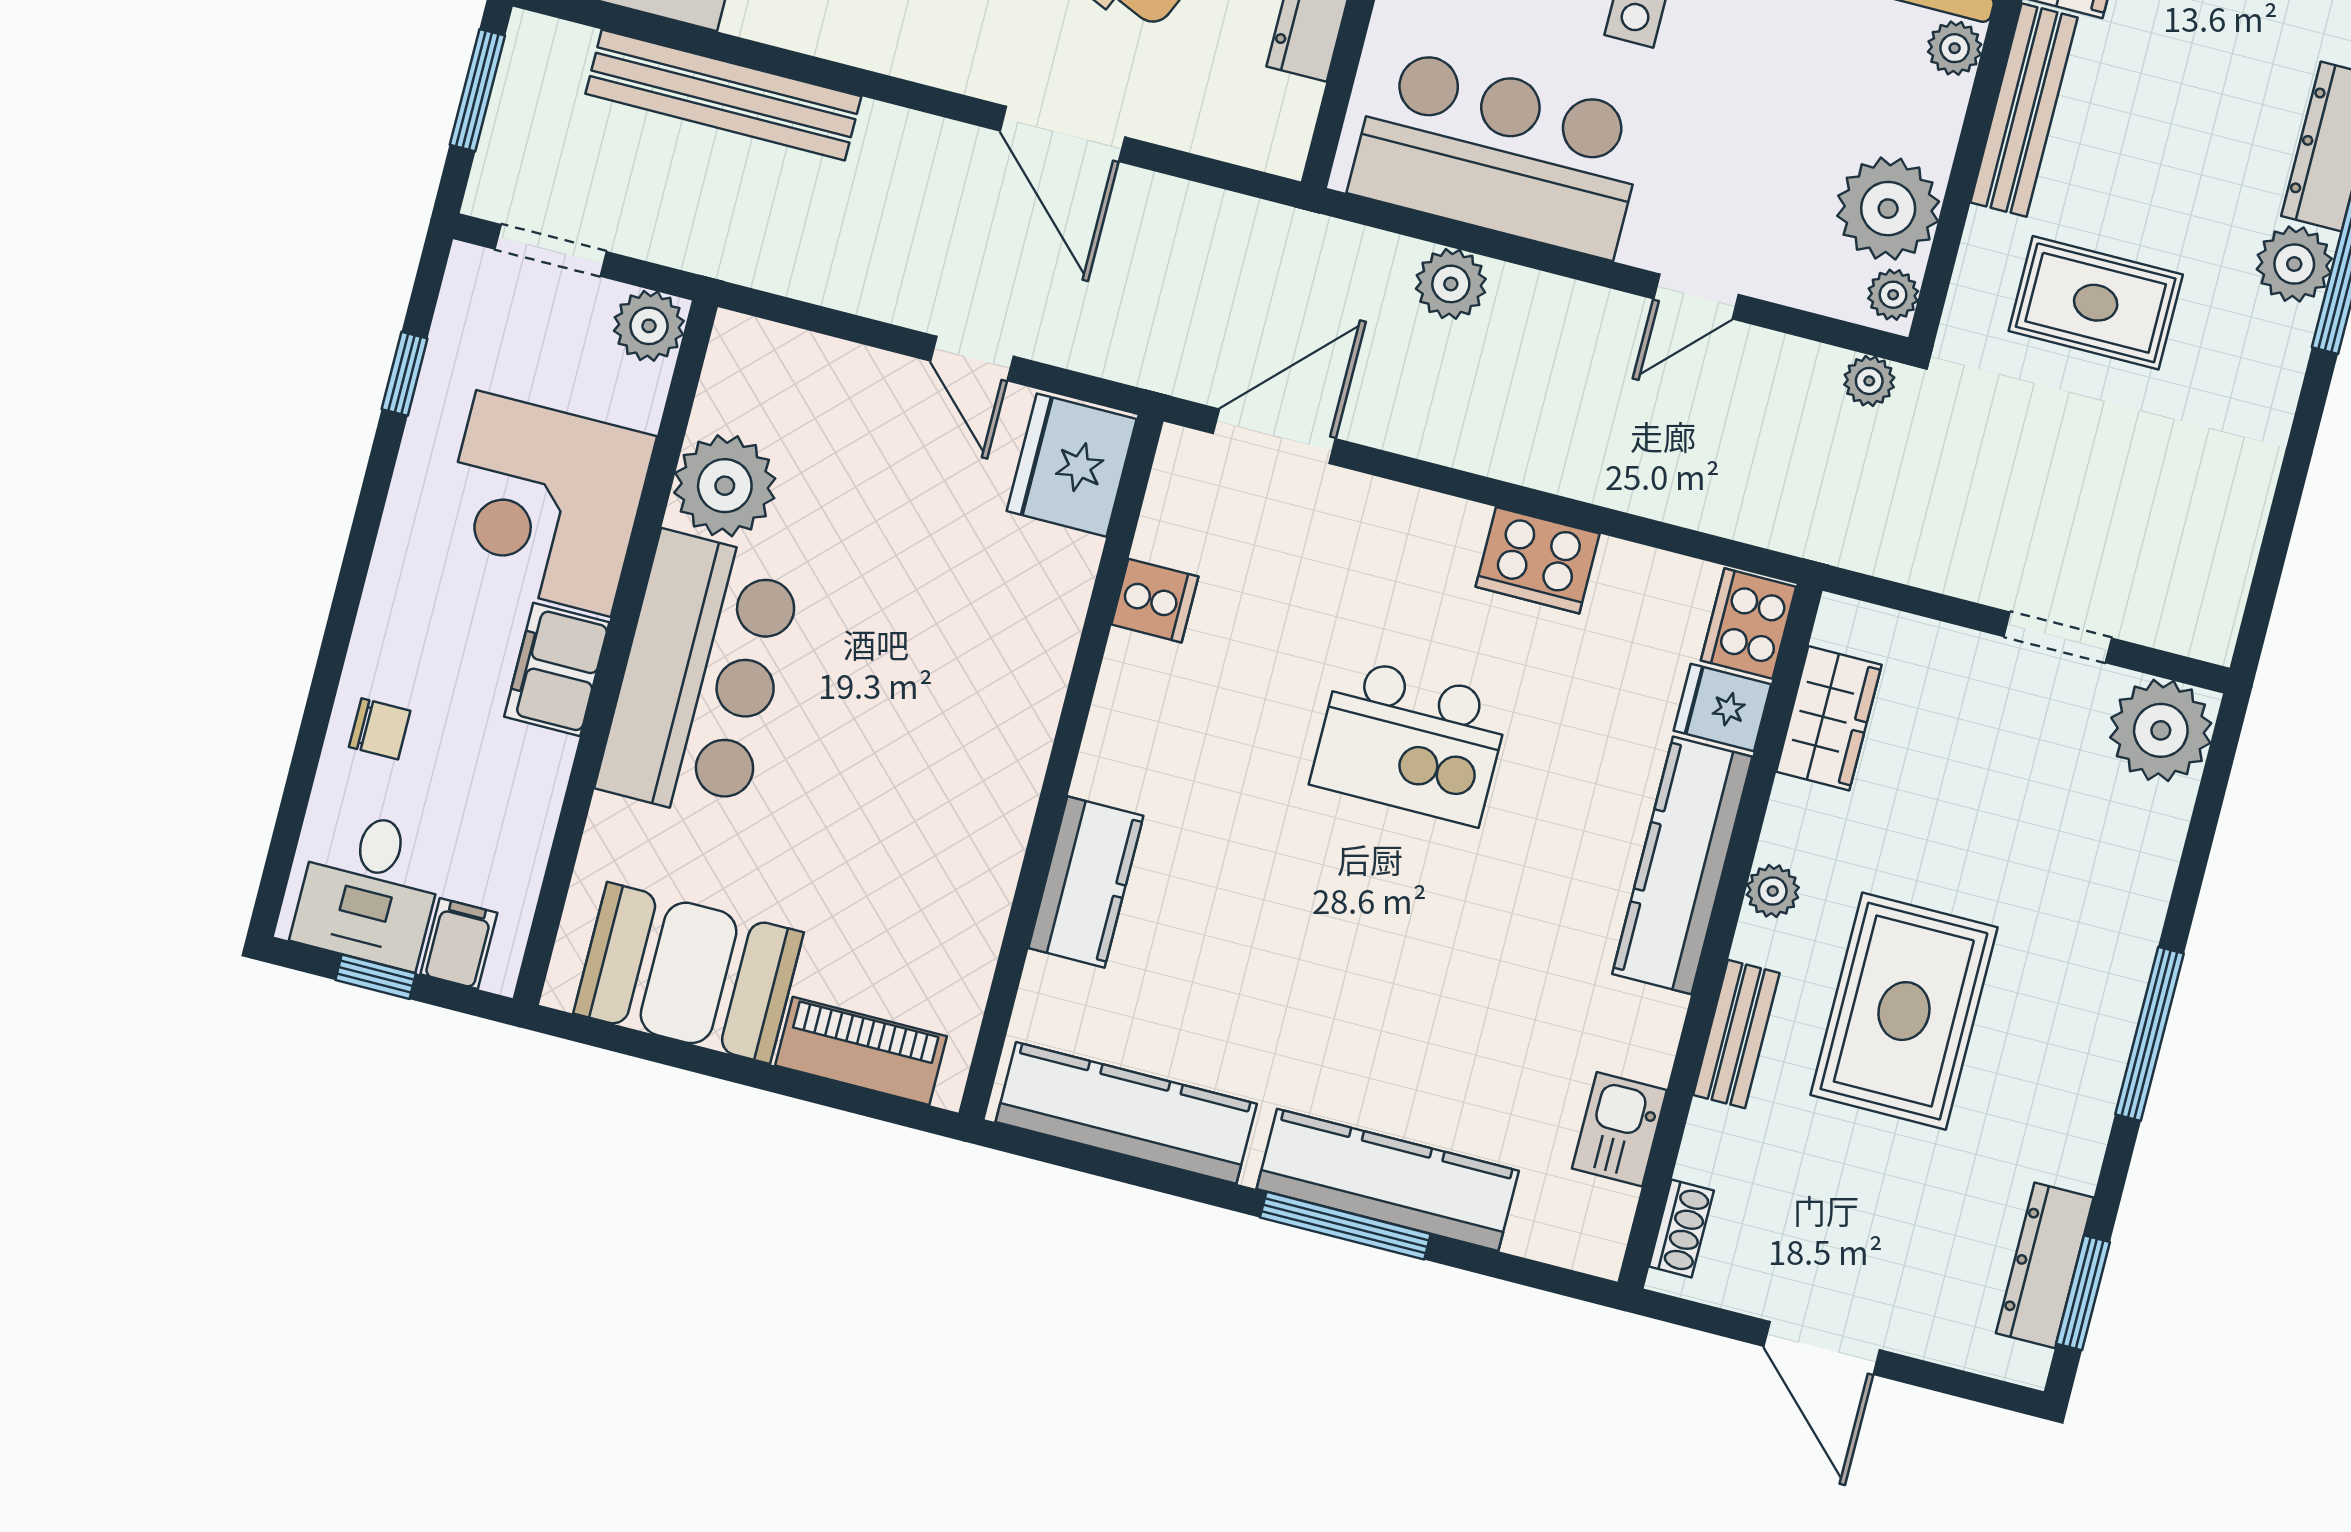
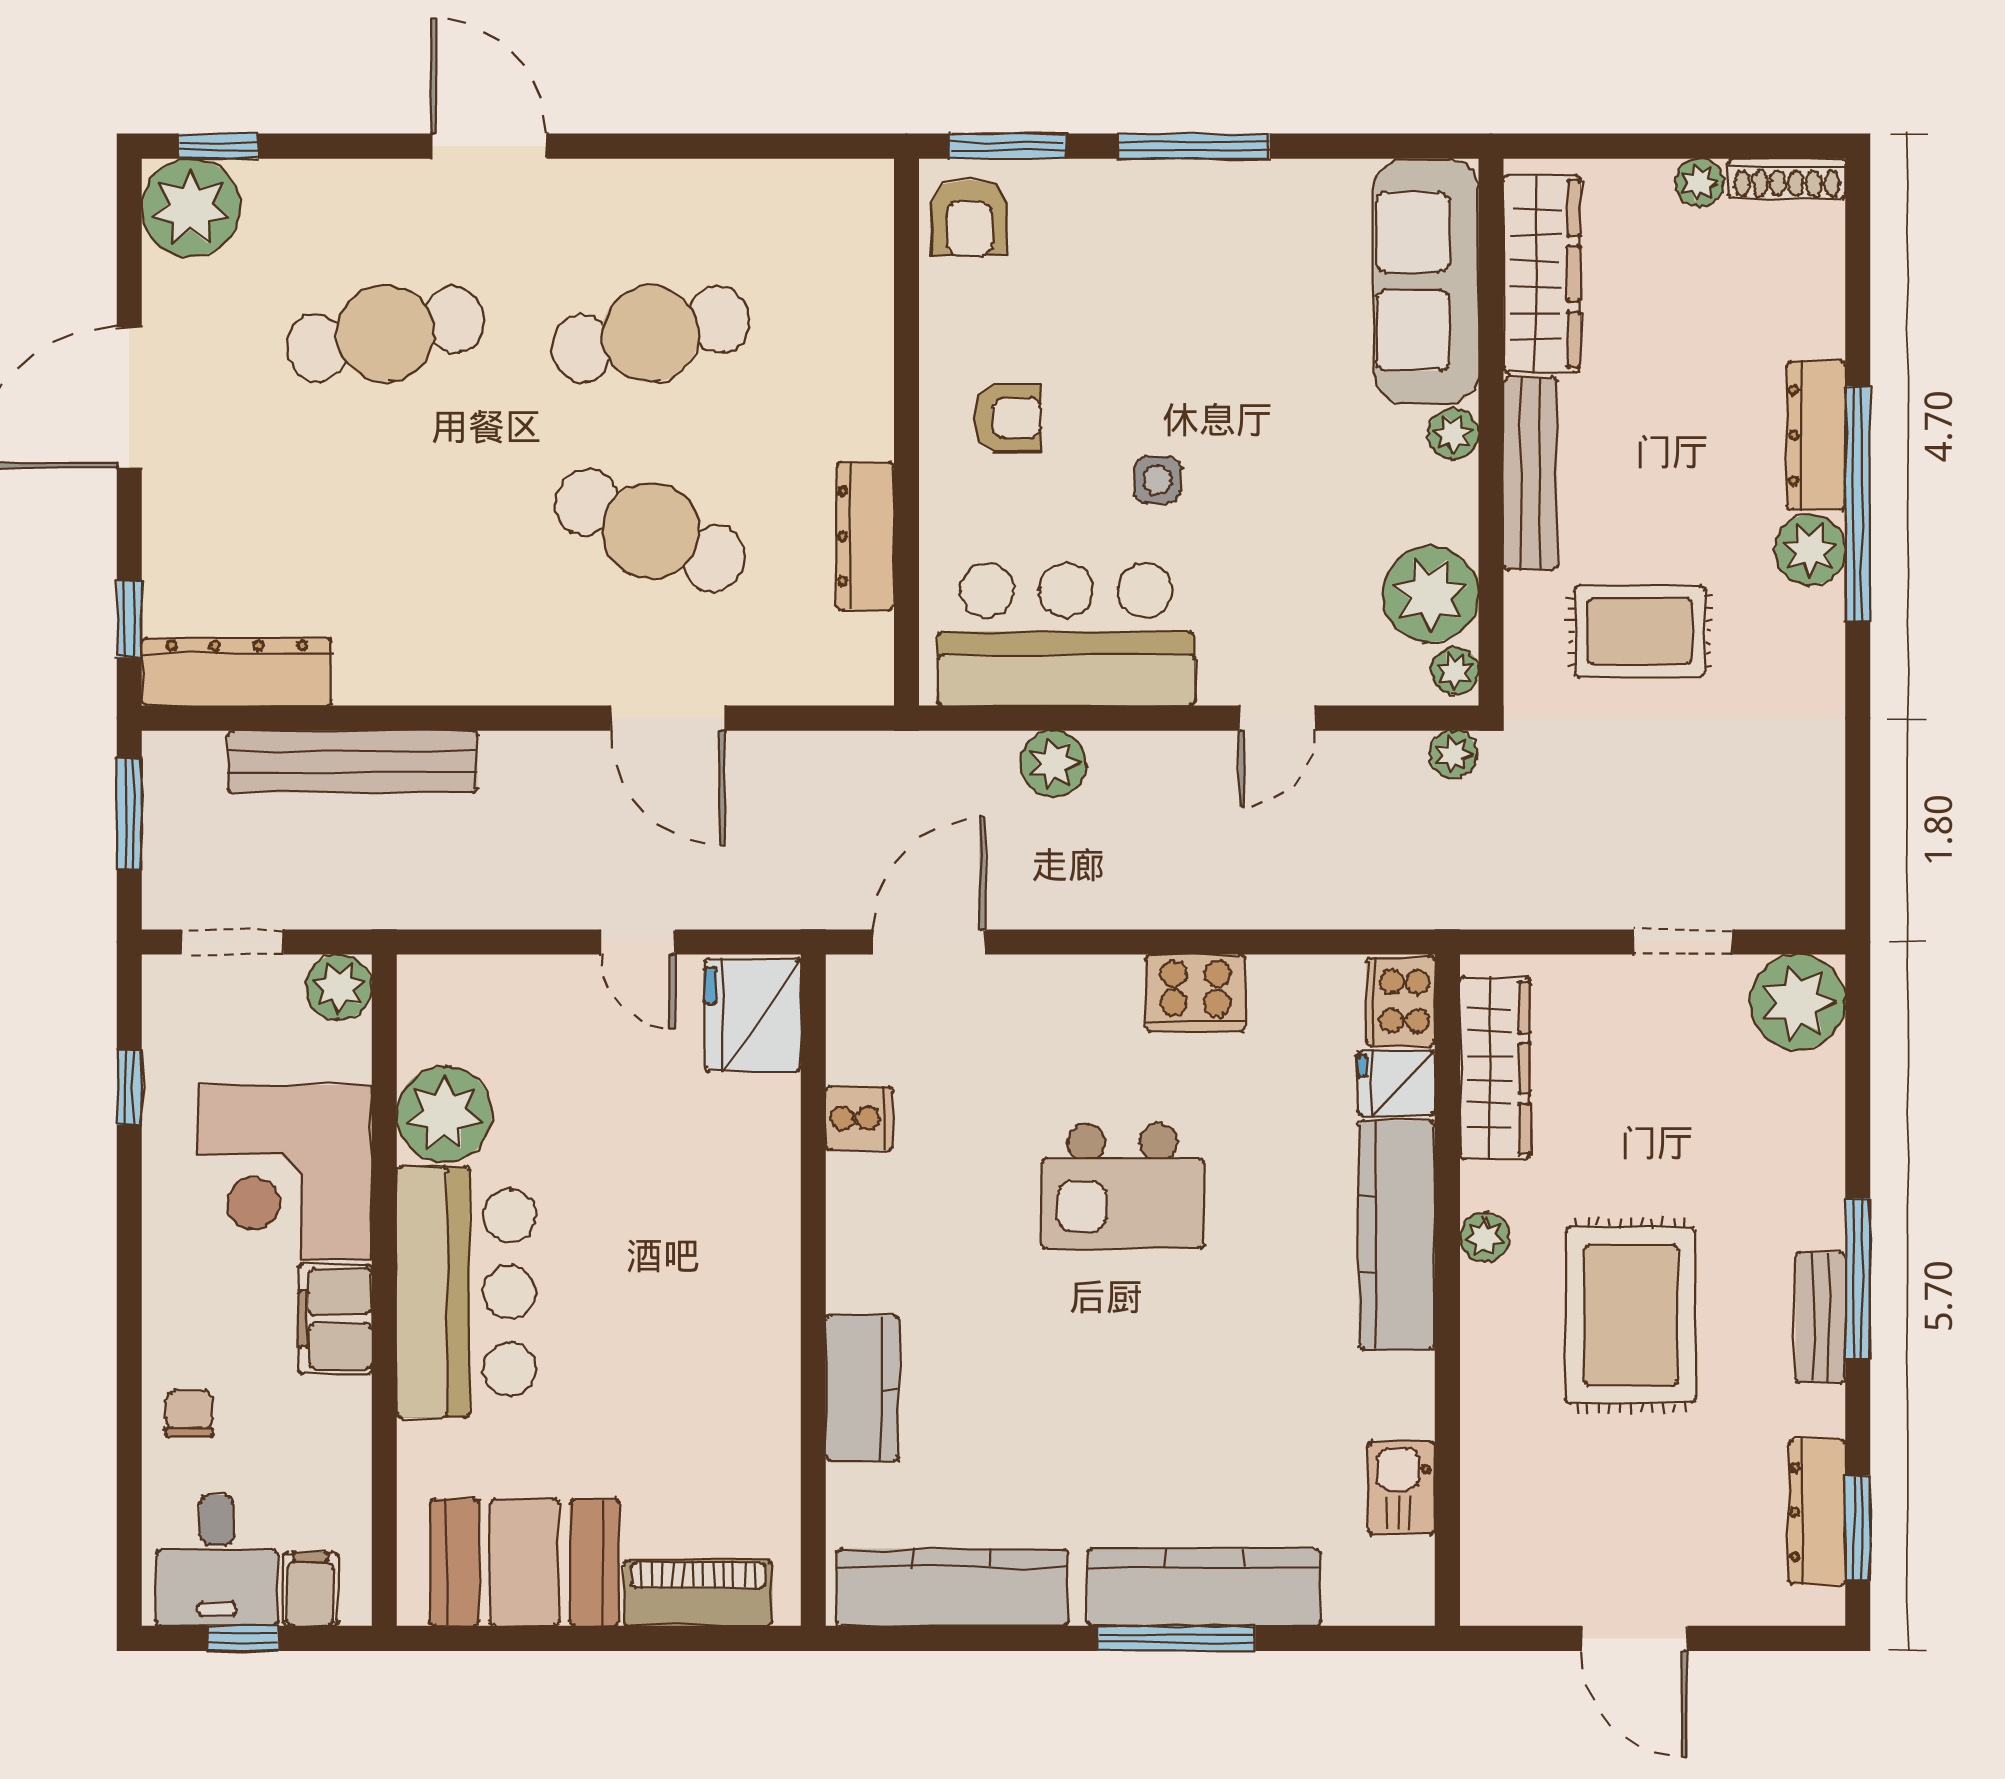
wardrobe: (1829, 718) -> (1495, 1068), width x1.50
chair: (380, 729) -> (189, 1414), turned -90
bench: (1736, 1034) -> (1820, 1317), moved
shoe rack: (1681, 1229) -> (1480, 1563), removed

